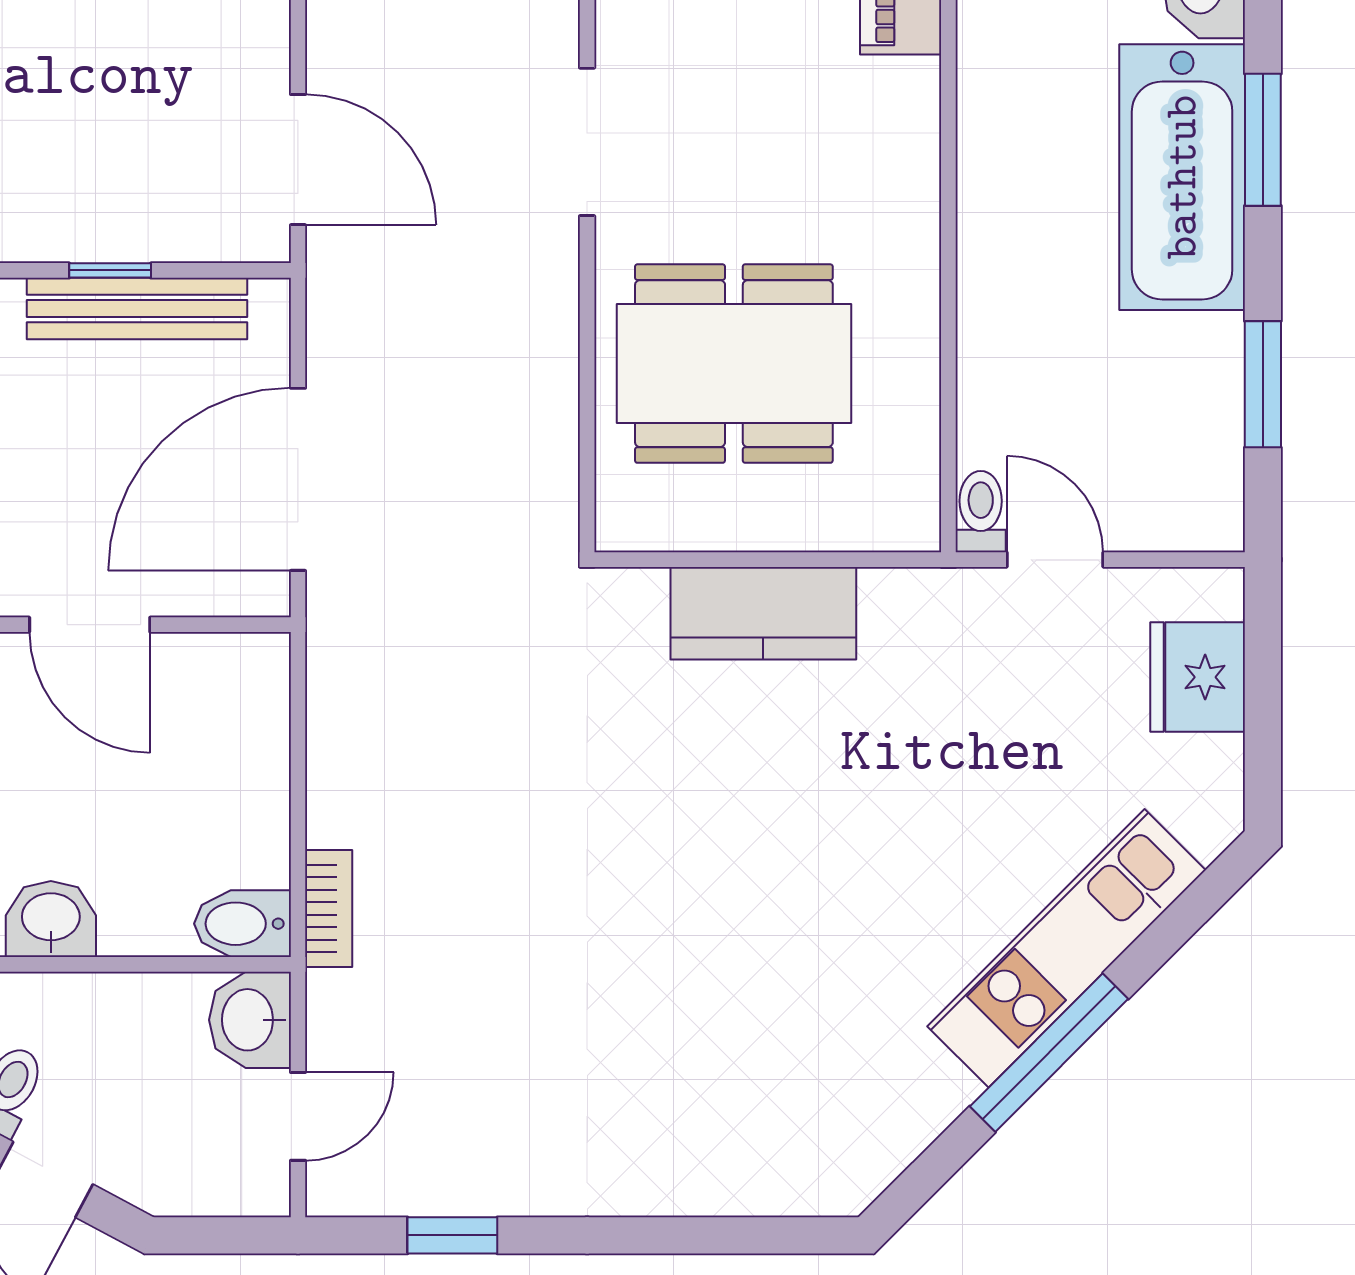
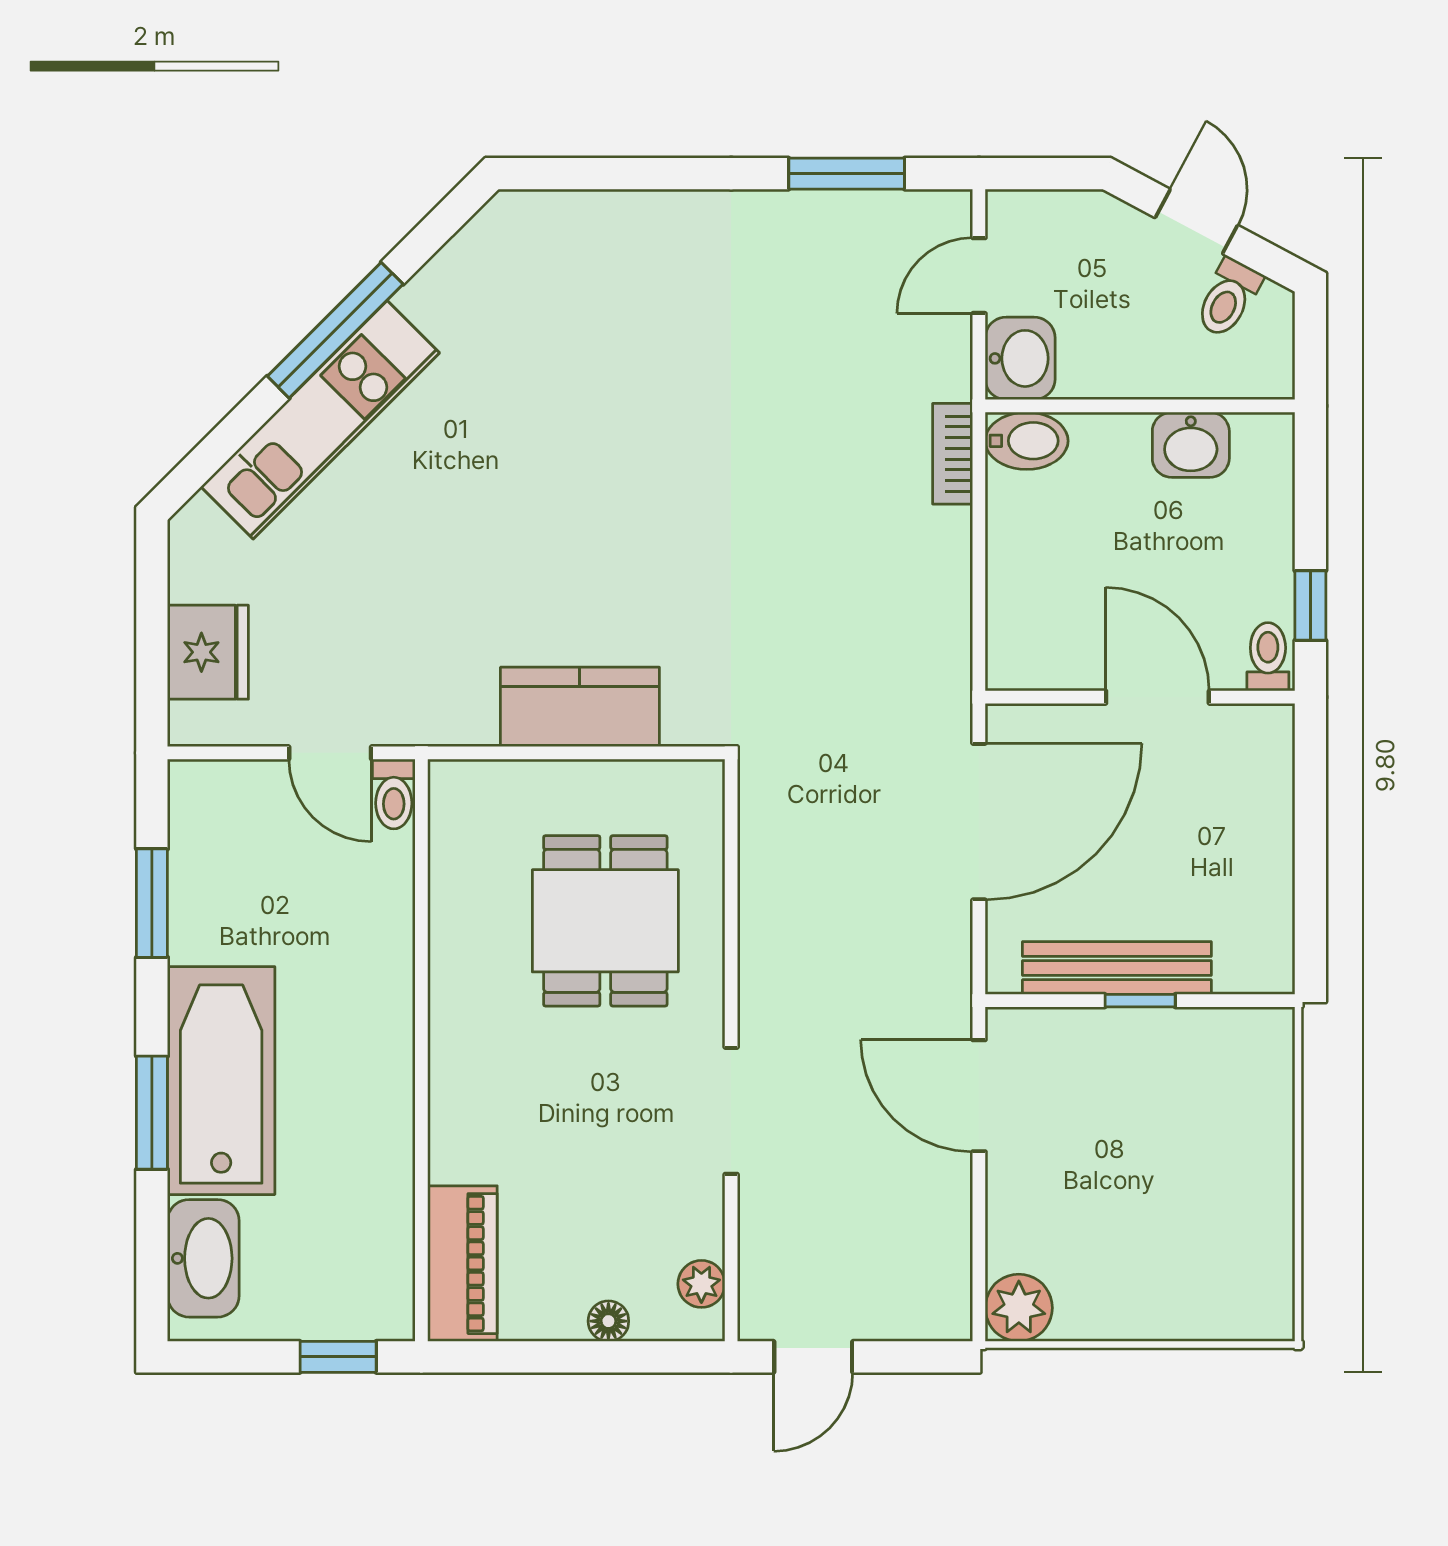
dining table: (734, 364) -> (605, 921), width x0.73
window: (452, 1235) -> (847, 174), width x1.50

